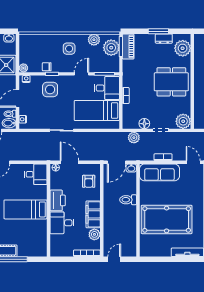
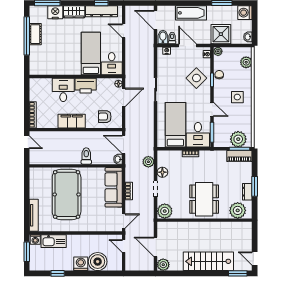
plant: (94, 40) -> (246, 62), moved
side table: (50, 89) -> (196, 78), turned 45
bed: (25, 209) -> (91, 53), moved
plant: (94, 234) -> (52, 122), removed

